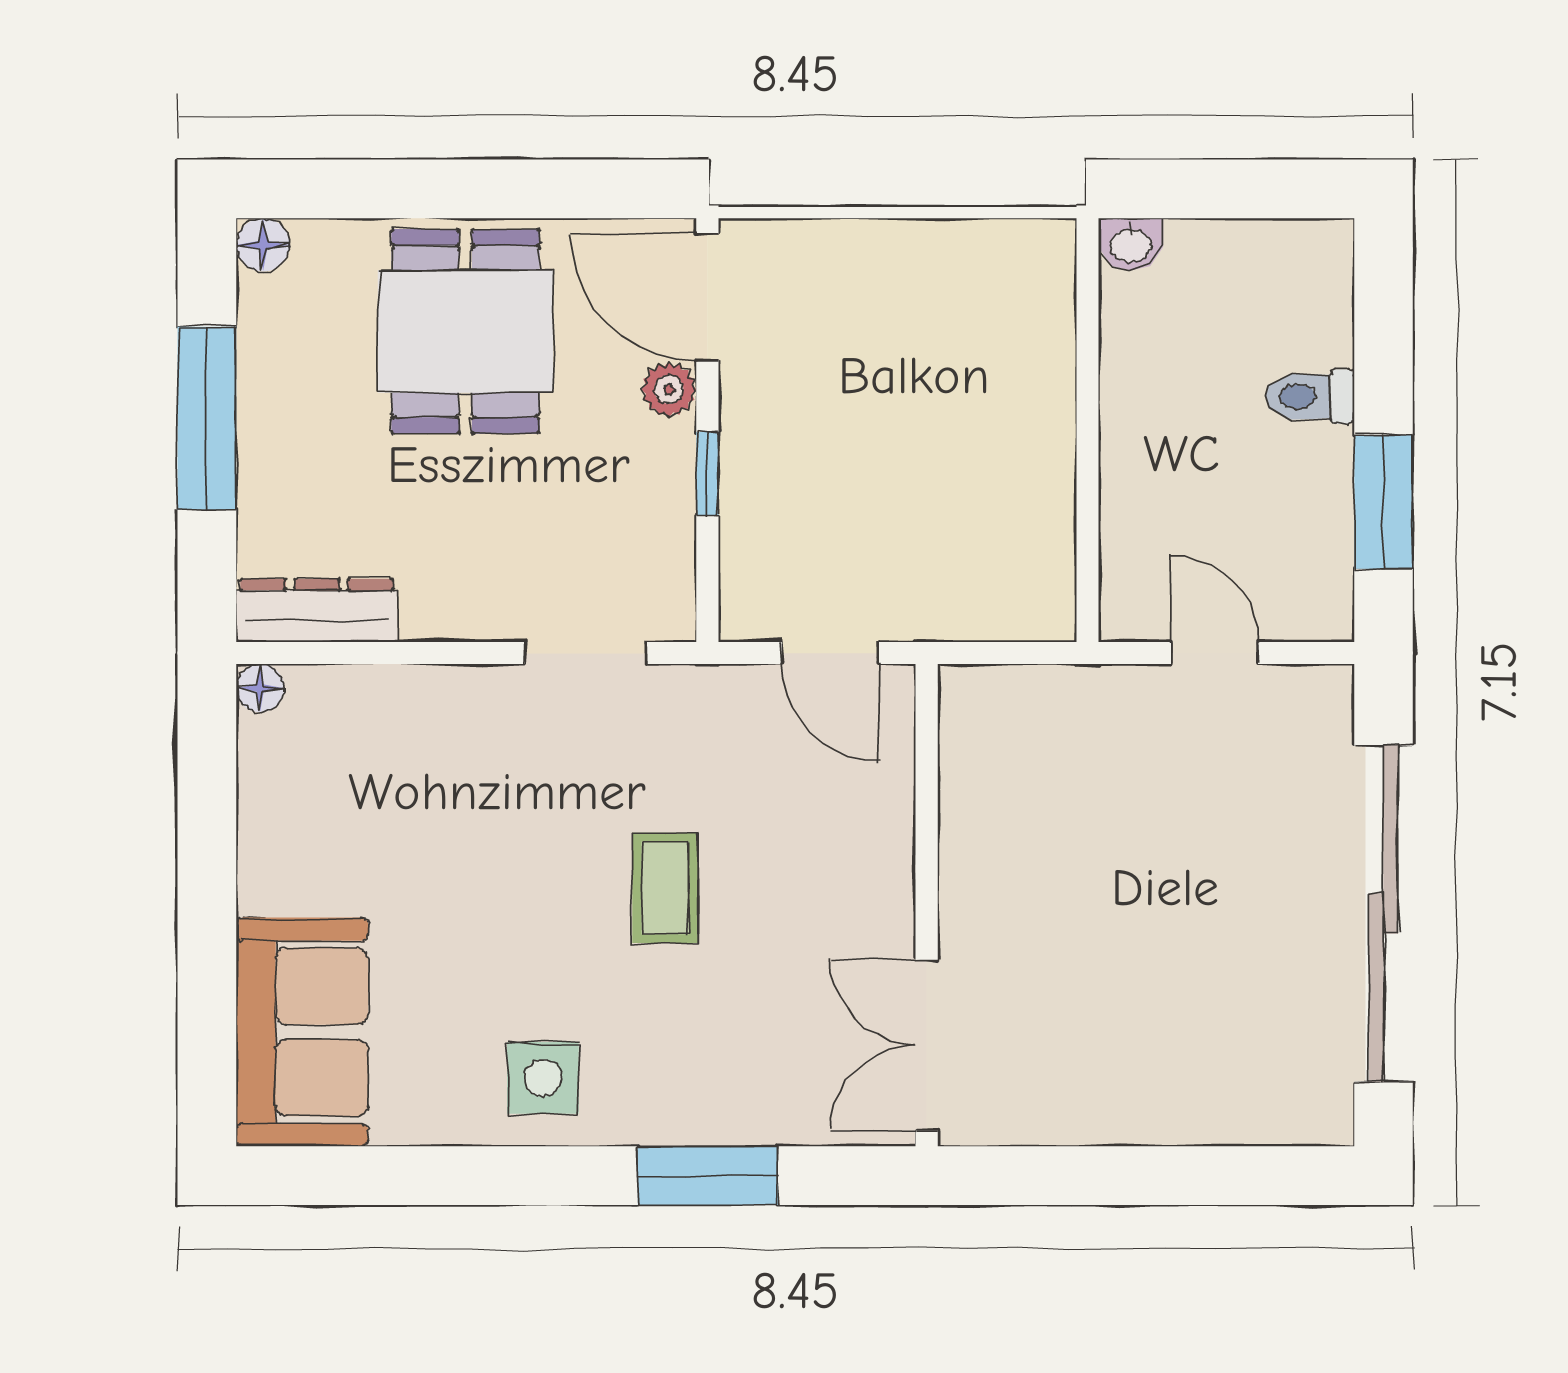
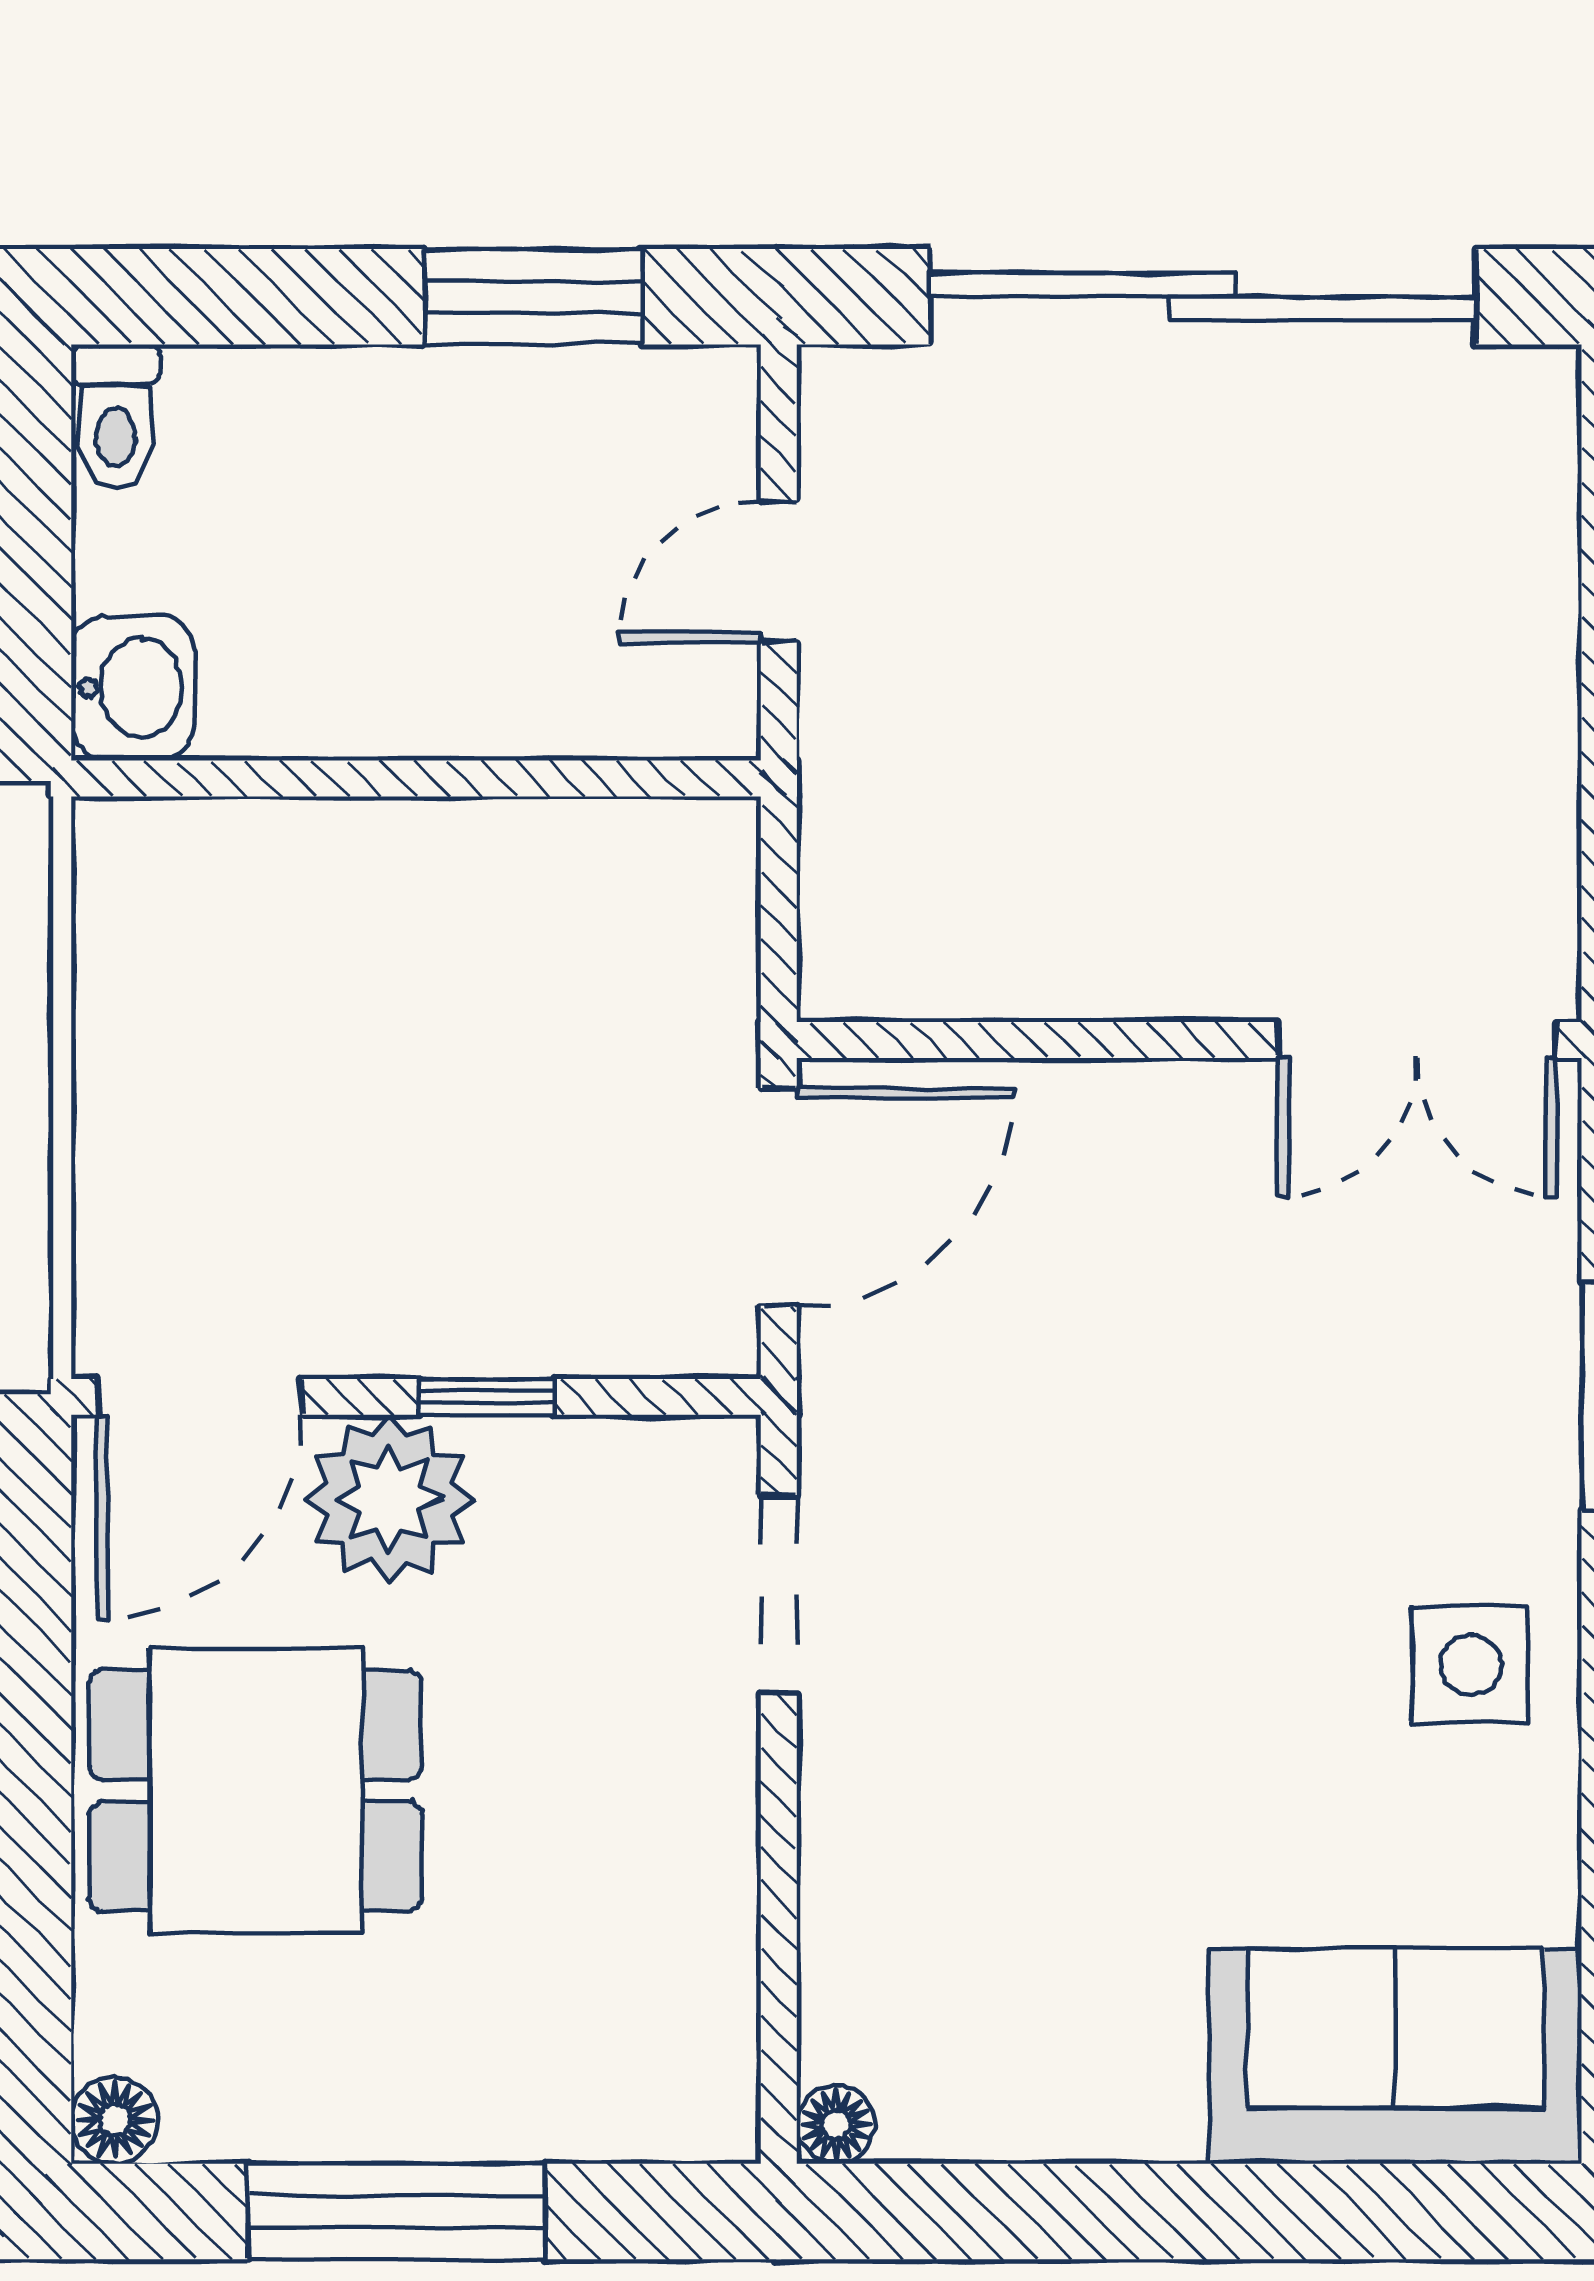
washbasin: (1131, 244) -> (133, 688), width x1.38, depth x1.45
plant: (669, 389) -> (389, 1499), width x1.87, depth x1.87
toilet: (1310, 397) -> (116, 417), moved
dresser: (317, 610) -> (710, 2032), removed
door: (830, 653) -> (779, 1197), width x1.37
coffee table: (665, 888) -> (1161, 1465), removed

